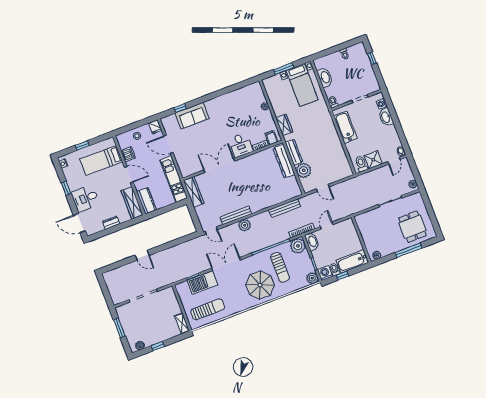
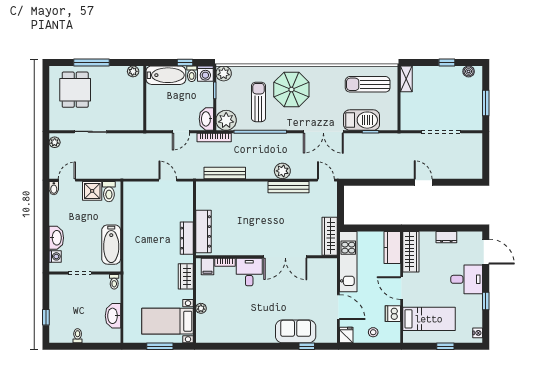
bed with nightstands: (302, 85) -> (167, 321), moved, turned -90
plant: (304, 170) -> (183, 211), removed

